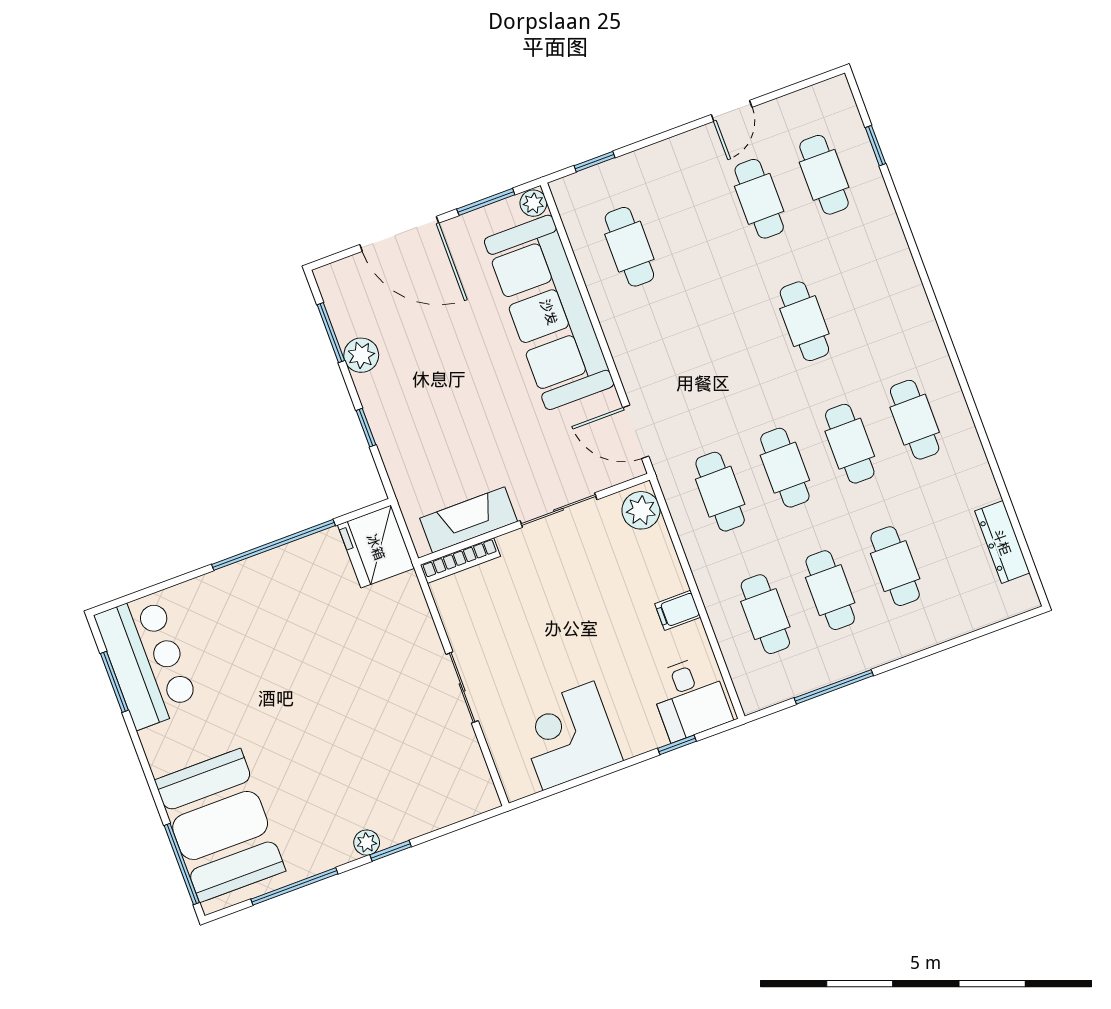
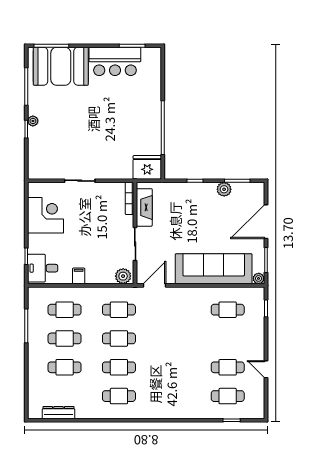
cafe table: (804, 321) -> (173, 367), removed
bar counter: (147, 661) -> (115, 61), moved

